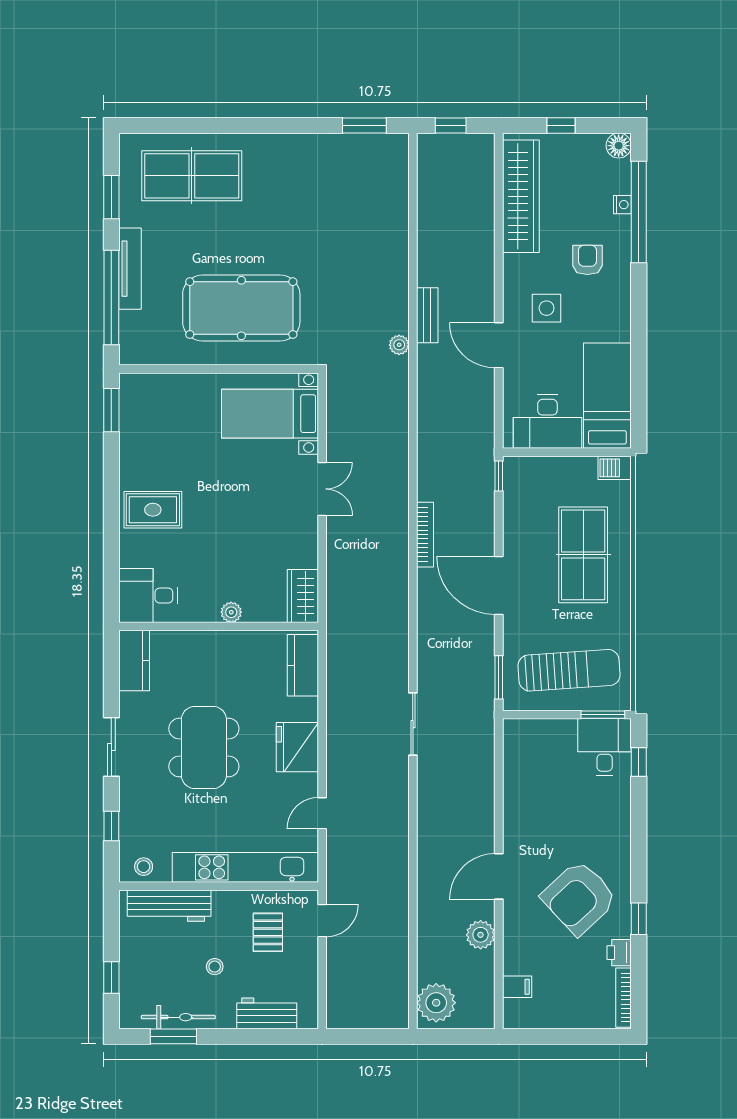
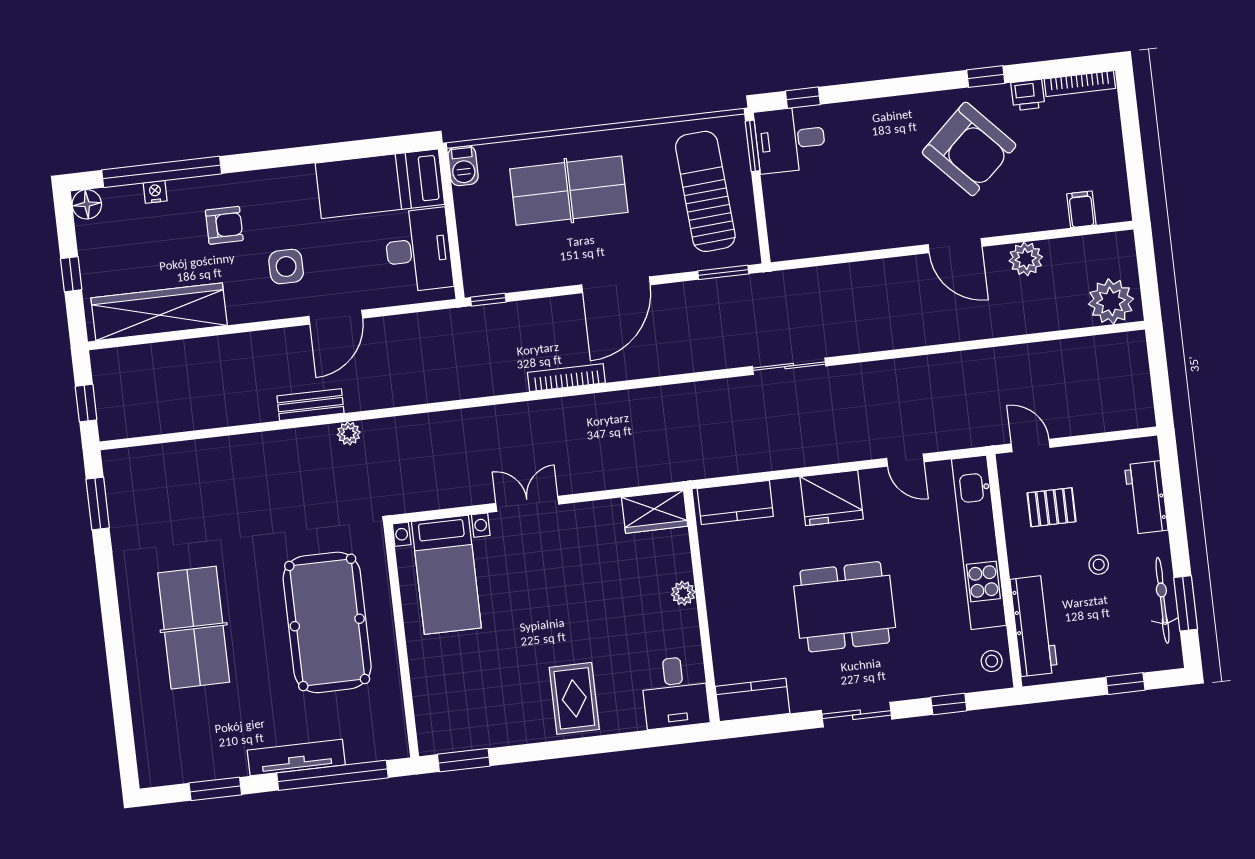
table tennis table: (192, 176) -> (194, 628), moved
armchair: (587, 260) -> (224, 225), turned 180

